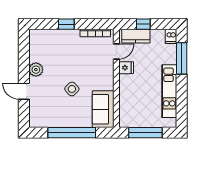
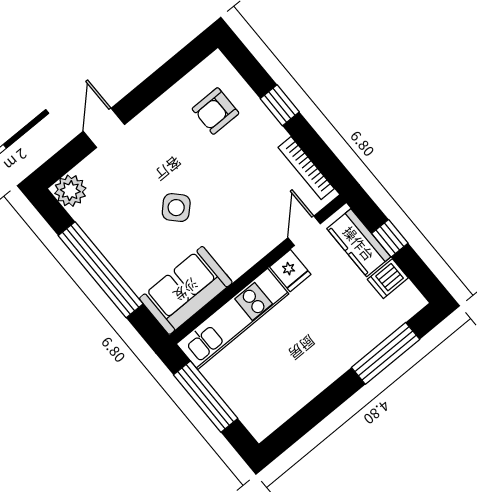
dishwasher: (171, 36) -> (388, 279), moved
armchair: (50, 48) -> (215, 111), added
door: (116, 52) -> (304, 231), swing flipped
plant: (36, 70) -> (70, 191), moved
kitchen unit: (169, 91) -> (233, 319), moved, turned 180

